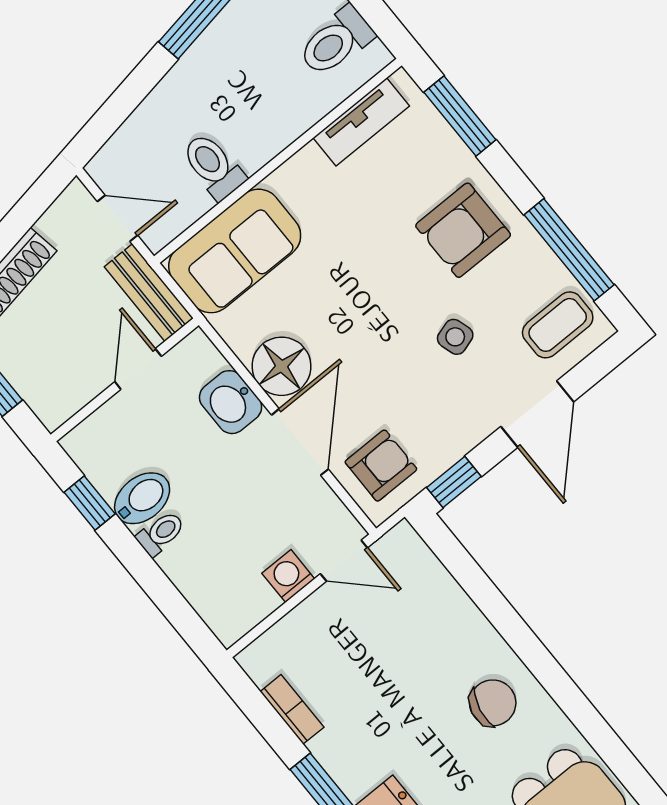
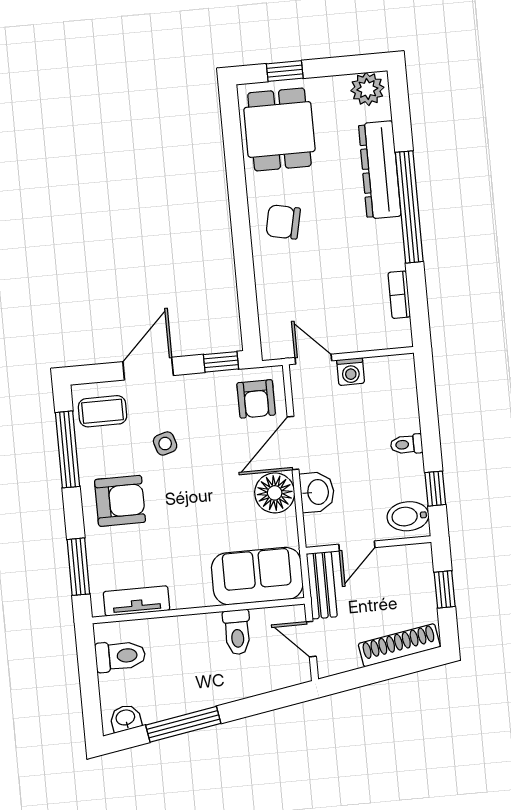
armchair: (381, 466) -> (256, 399), turned -90
bidet: (142, 498) -> (408, 516), moved

